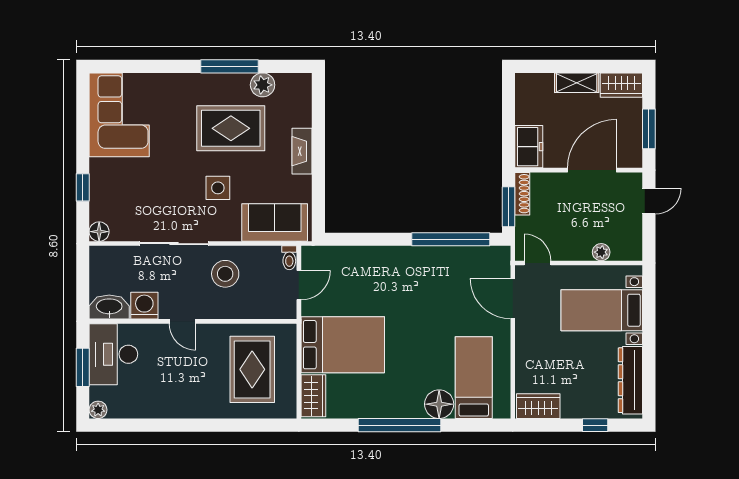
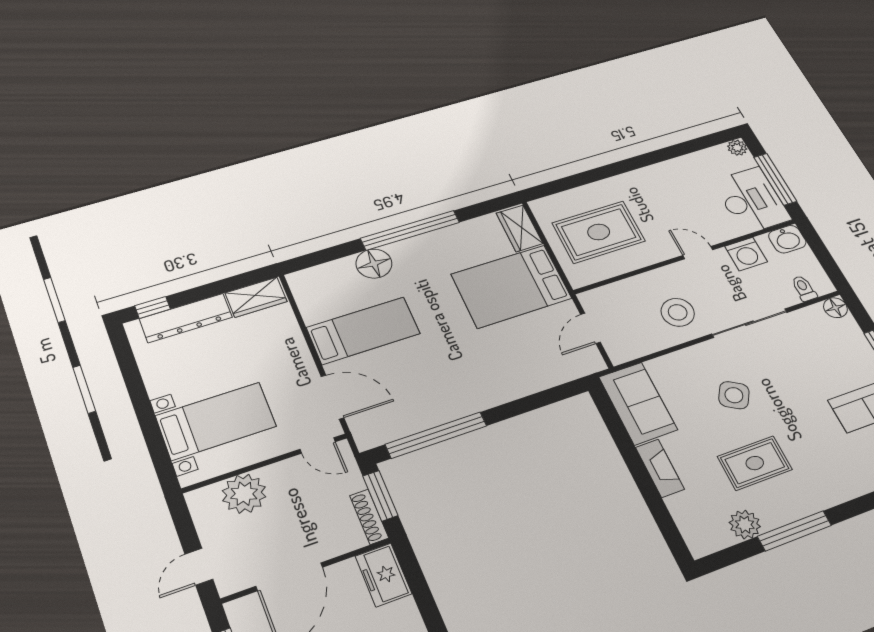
rug: (231, 128) -> (755, 463), width x0.73, depth x0.70
side table: (218, 188) -> (734, 395), turned 32
sofa: (275, 222) -> (638, 403), moved, turned -90
plant: (601, 252) -> (244, 494), width x1.87, depth x1.87
toilet: (289, 258) -> (804, 288), moved
washbasin: (109, 307) -> (787, 239), width x0.72
window: (83, 367) -> (775, 179), width x1.44
rug: (252, 369) -> (599, 232), turned 90
bed: (474, 378) -> (363, 331), moved, turned -90
dresser: (630, 380) -> (186, 318), moved, turned 90
window: (595, 425) -> (153, 307), moved

